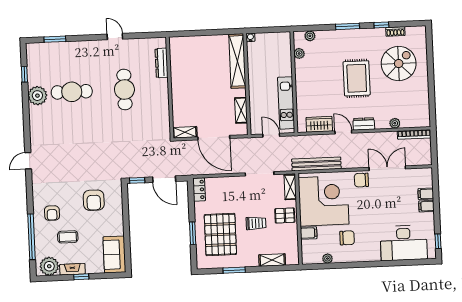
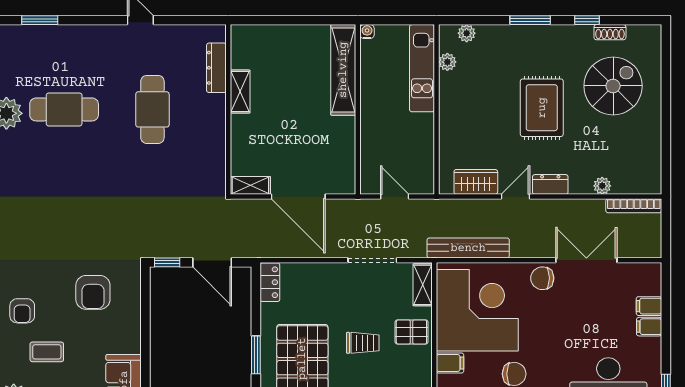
kitchen unit: (286, 103) -> (422, 68), moved
shelving: (241, 110) -> (240, 92), moved
door: (343, 132) -> (516, 197), hinge flipped

